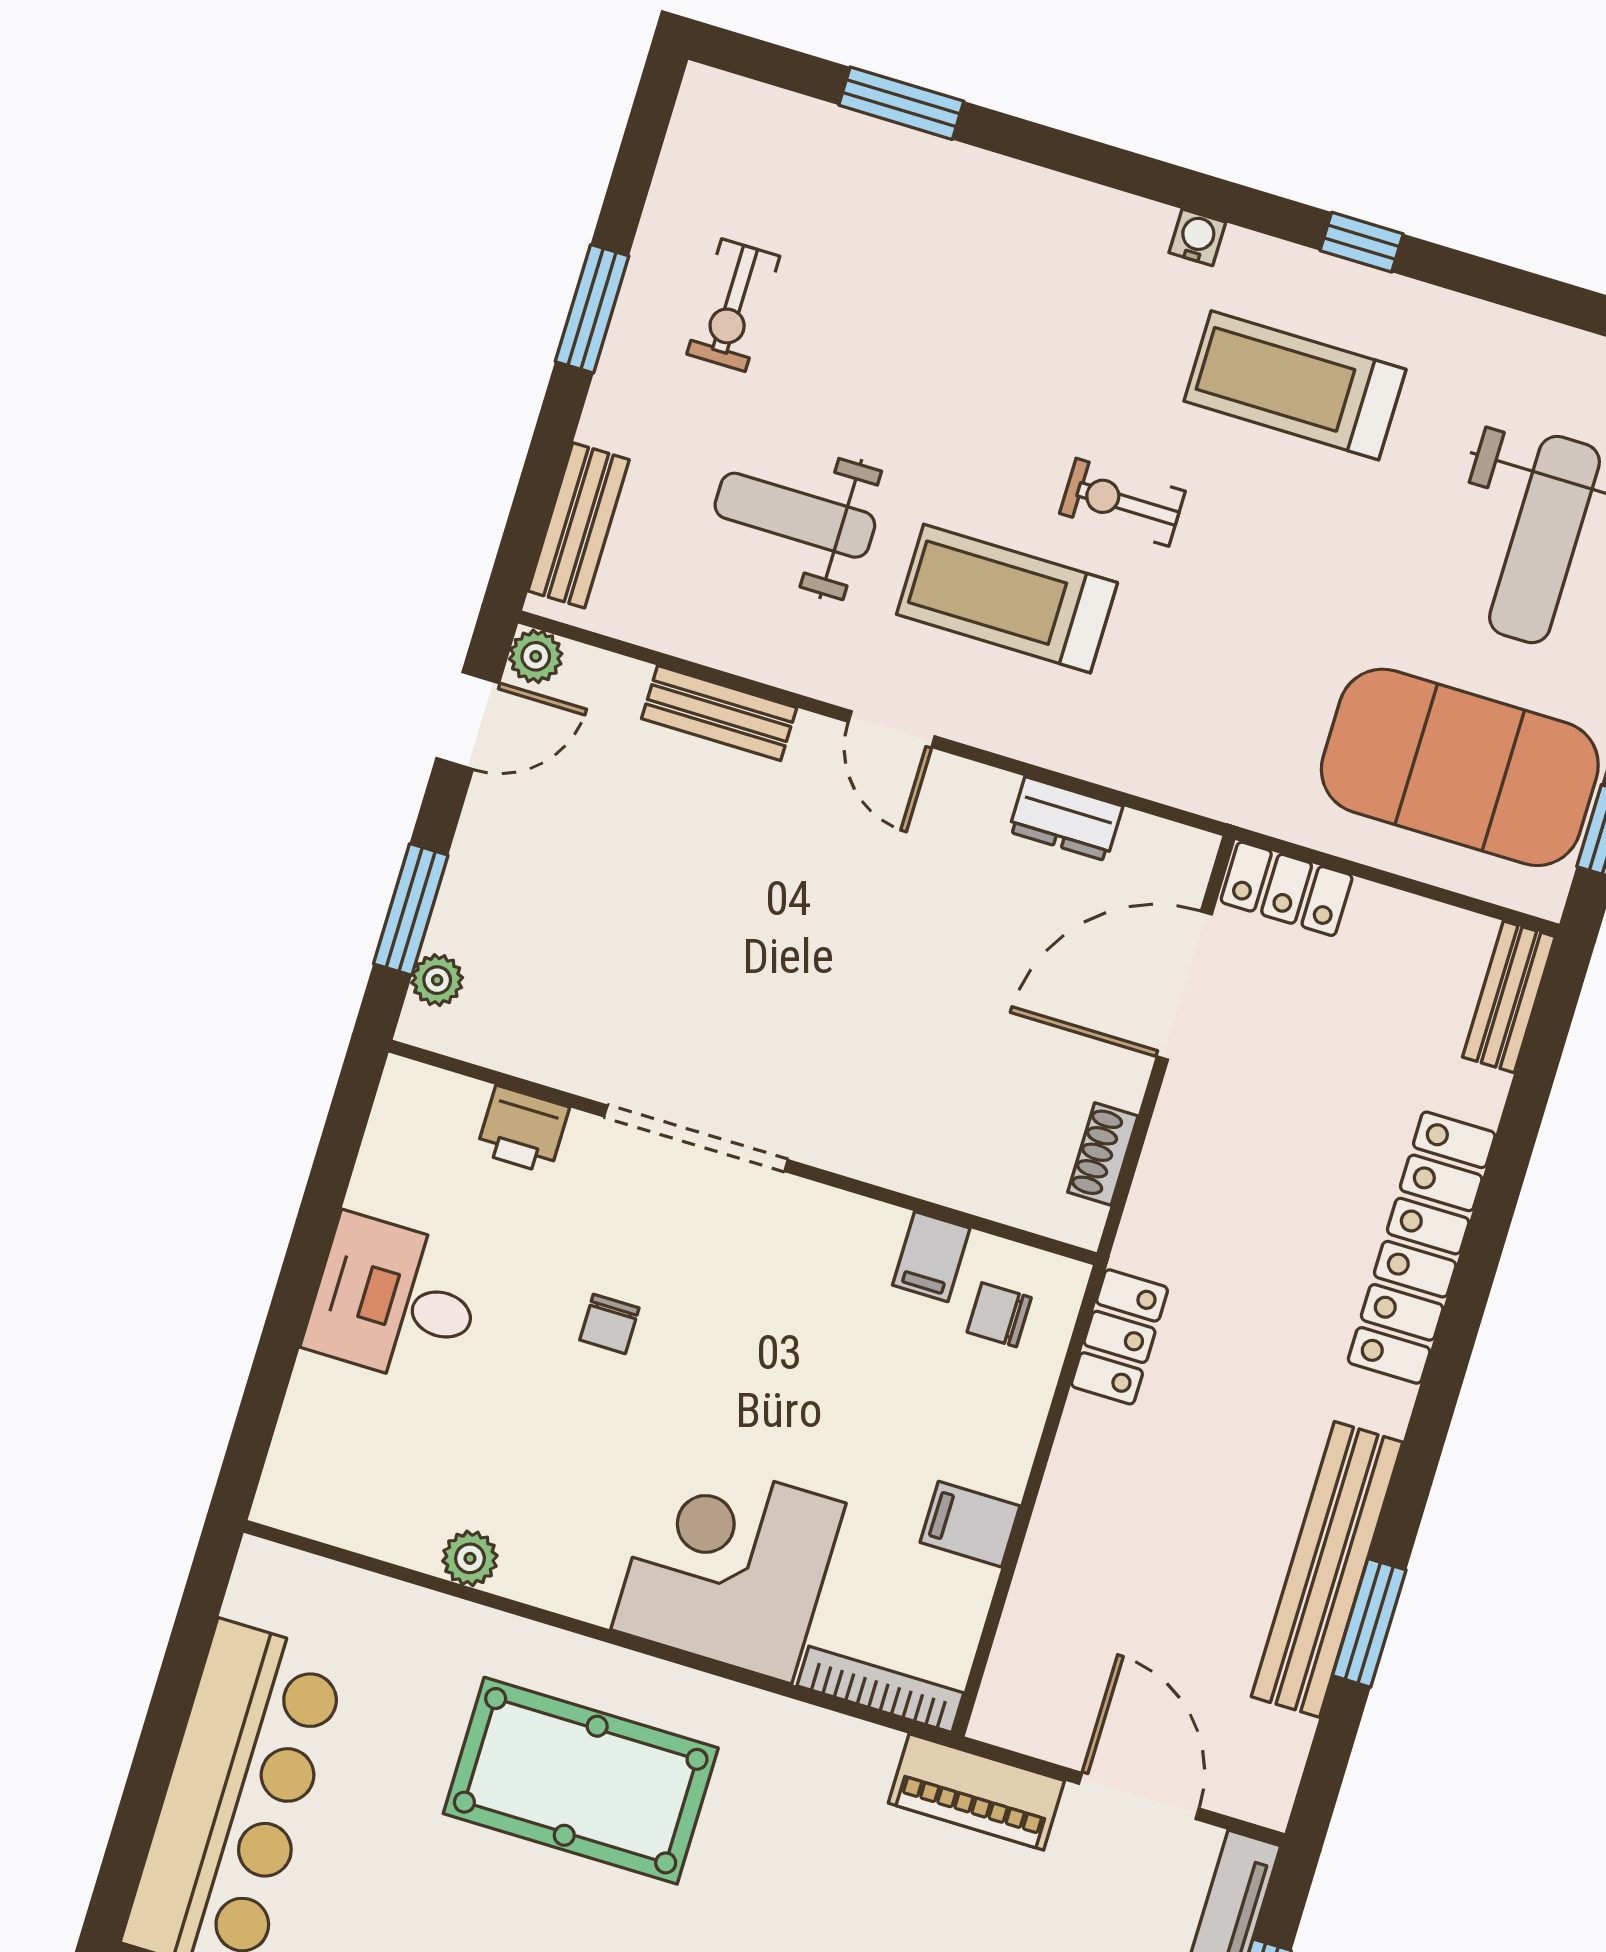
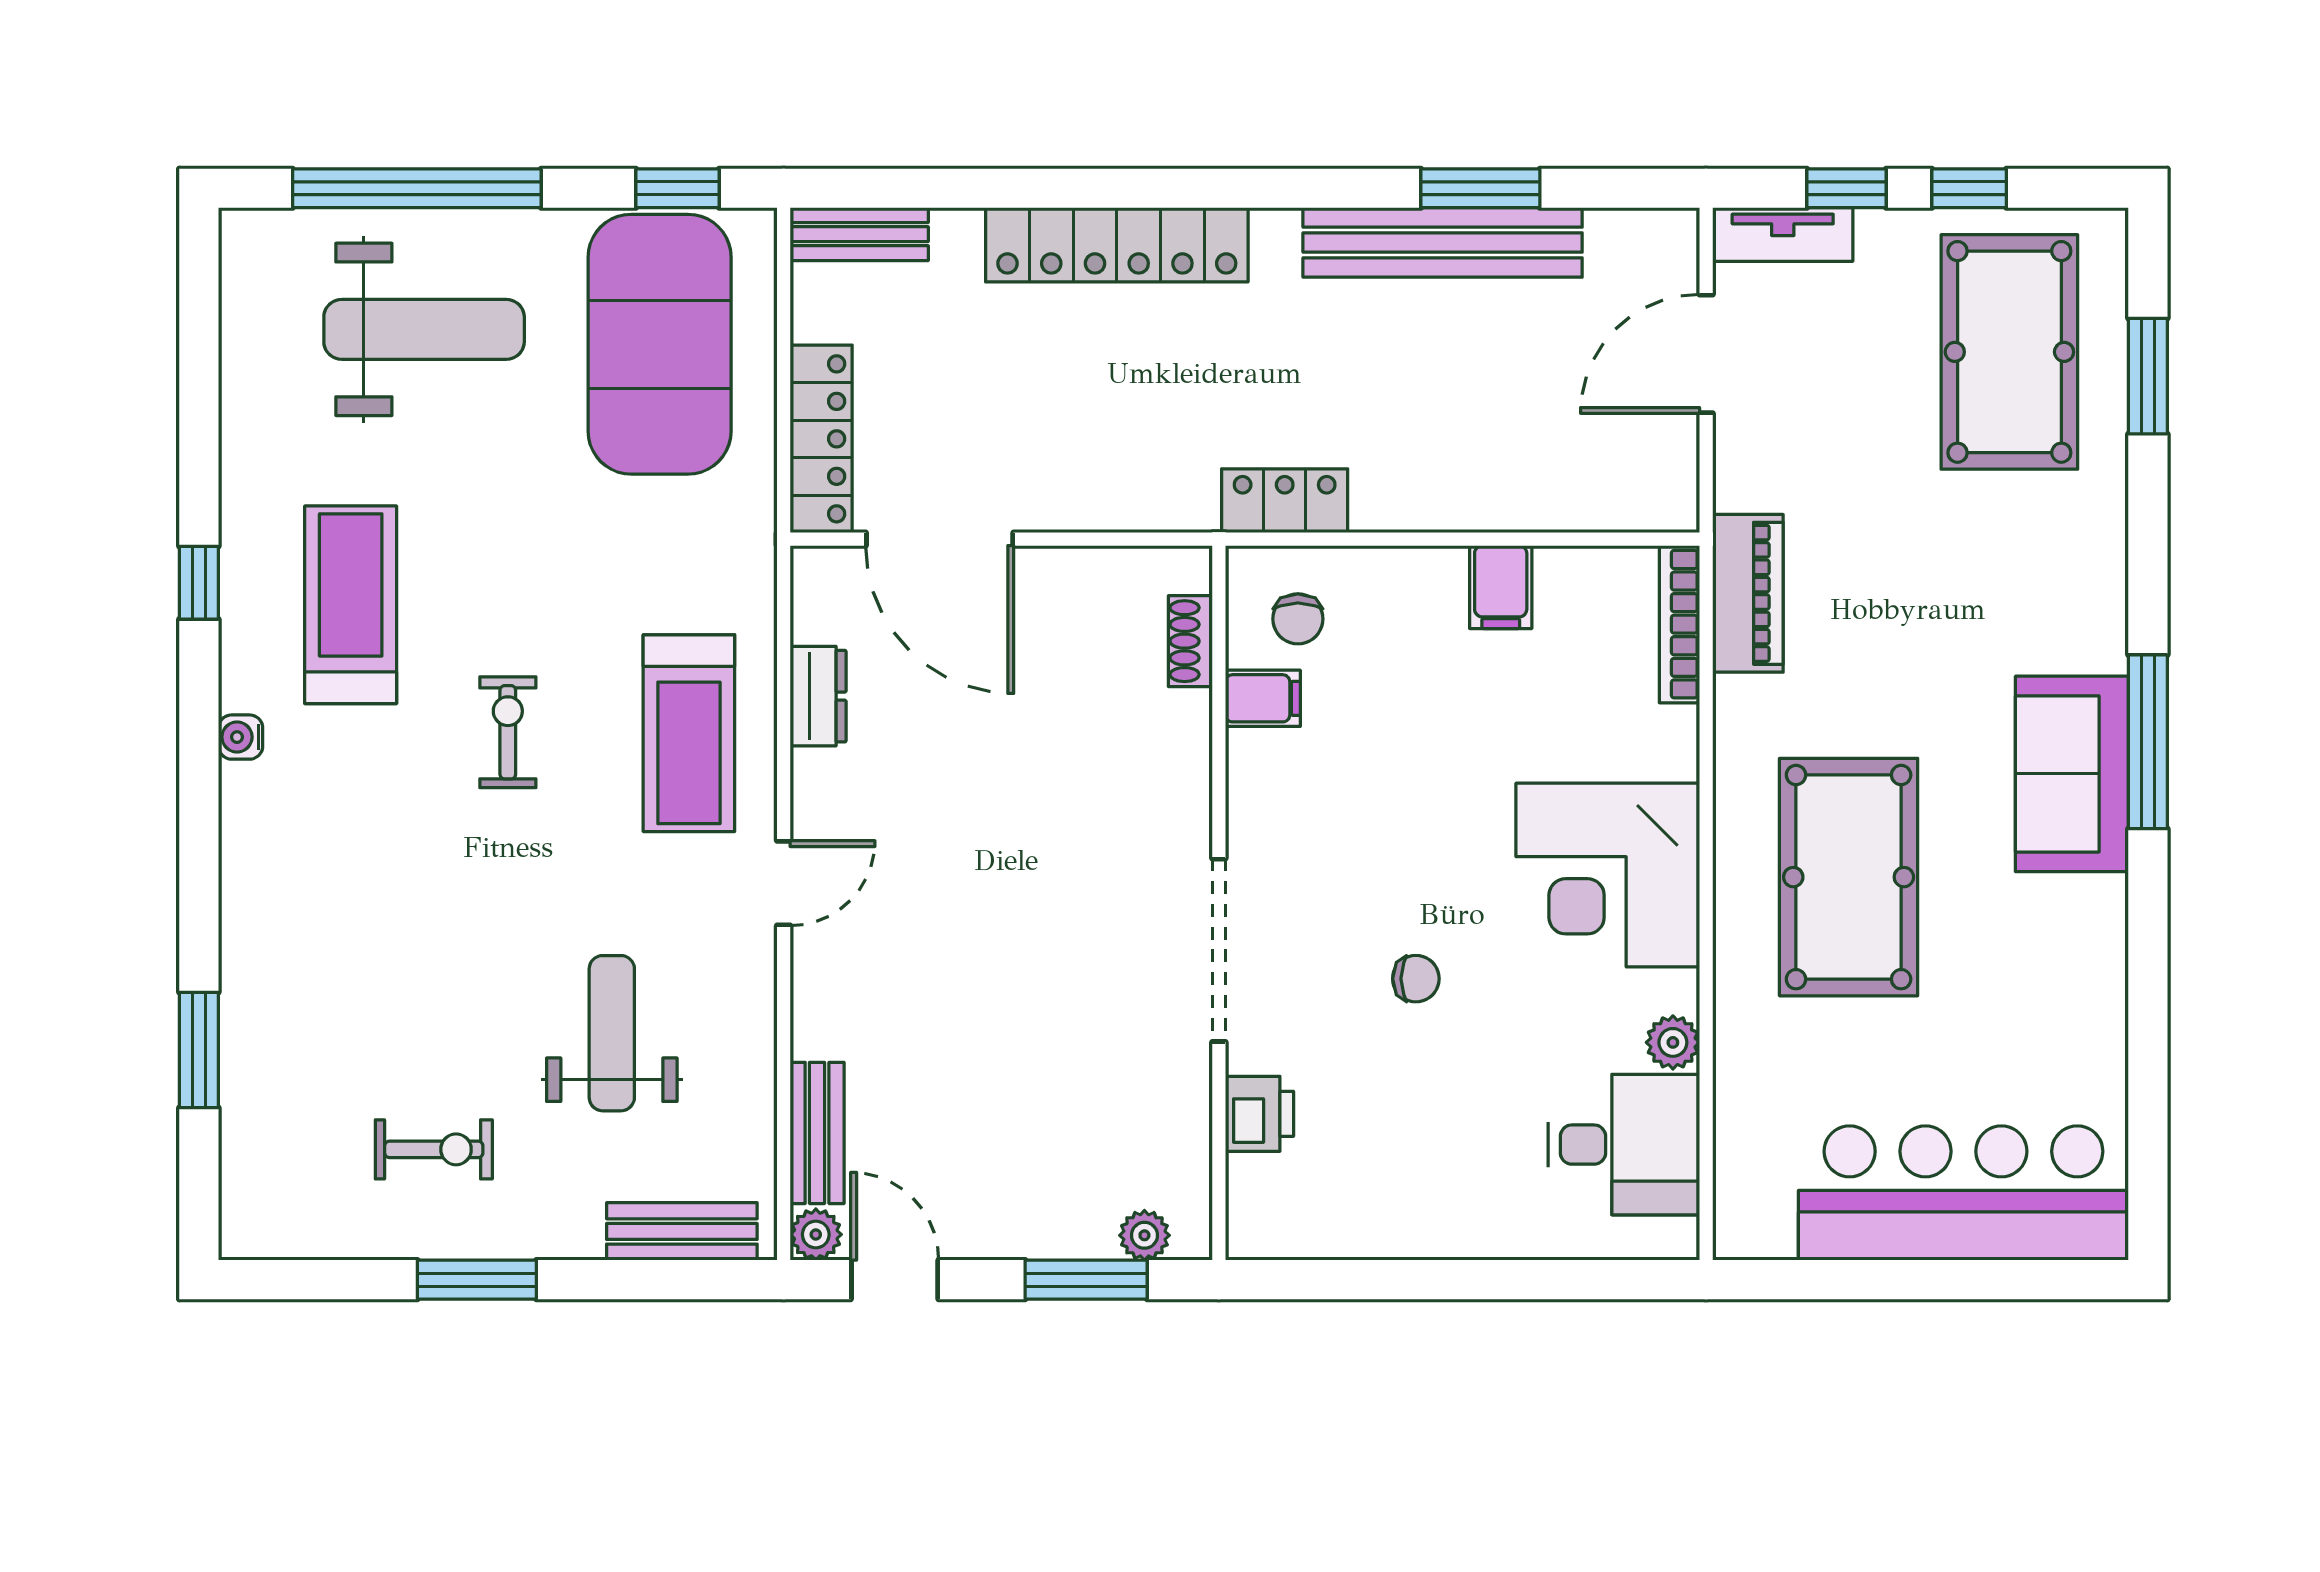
treadmill: (1295, 385) -> (351, 605), turned 180
exercise bike: (1122, 502) -> (508, 732), turned 180
weight bench: (795, 515) -> (612, 1033), turned 180
treadmill: (1007, 599) -> (689, 733), moved
bench: (719, 713) -> (817, 1133), moved
locker: (1287, 889) -> (821, 439), width x1.53
shoe rack: (1103, 1154) -> (1190, 641), moved, turned 90
desk: (395, 1301) -> (1624, 1145), moved, turned -90
corner desk: (728, 1566) -> (1608, 875), moved
piano: (976, 1792) -> (1748, 593), moved

